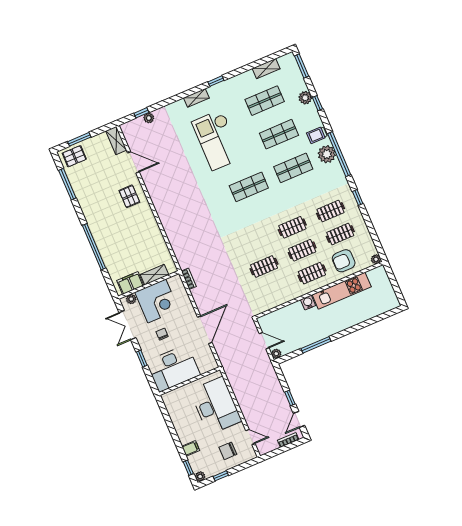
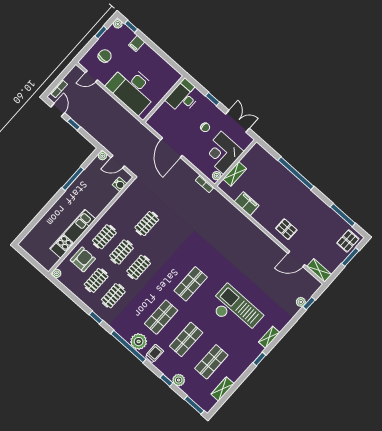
filing cabinet: (130, 283) -> (247, 204), moved, turned -90
plant: (131, 299) -> (217, 176), moved
water cooler: (308, 303) -> (120, 184), moved
desk: (173, 368) -> (184, 97), width x0.73, depth x0.77

